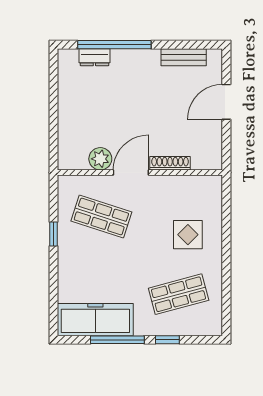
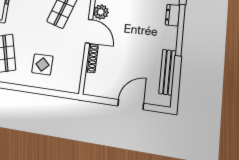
bench: (184, 57) -> (167, 72), width x1.36
door: (226, 102) -> (131, 105), hinge flipped

